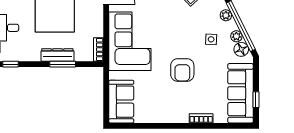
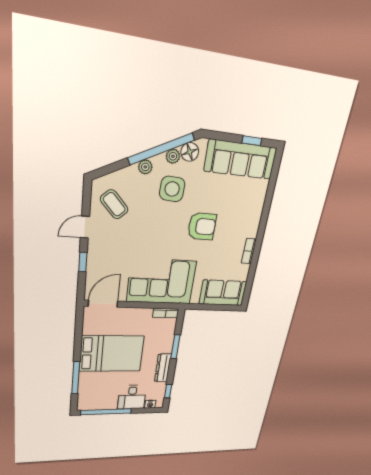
side table: (211, 39) -> (172, 189), width x1.87, depth x1.87
dresser: (57, 55) -> (163, 368), moved
bookcase: (201, 118) -> (249, 251), moved

